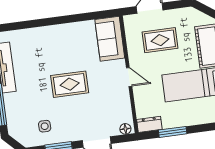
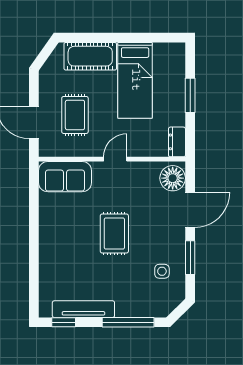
floor lamp: (125, 129) -> (173, 178), width x1.89, depth x1.89
window: (173, 132) -> (190, 95), moved

